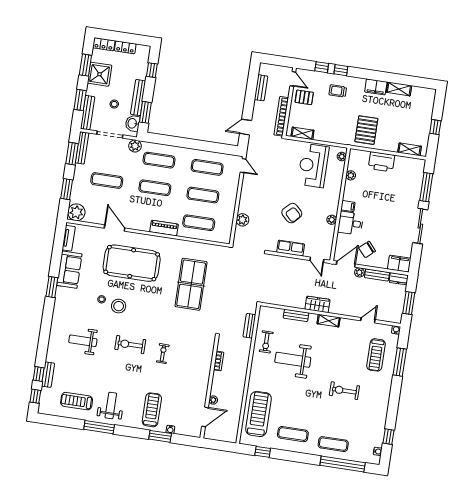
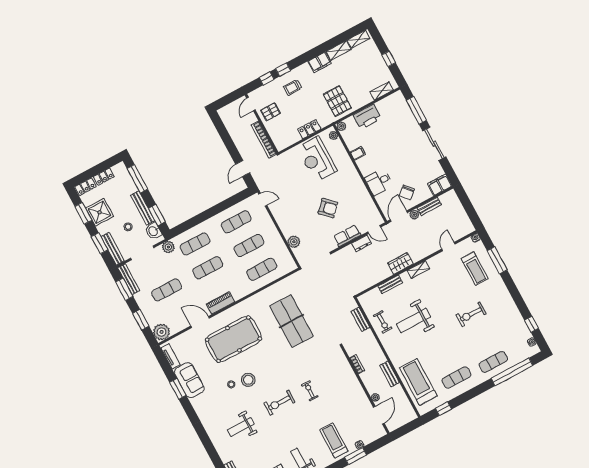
window: (152, 70) -> (137, 179), width x2.17
door: (293, 79) -> (251, 104), swing flipped
bench: (261, 88) -> (390, 374), moved
shelving: (302, 133) -> (358, 39), moved
locker: (326, 136) -> (309, 129), added
plant: (351, 175) -> (341, 126), moved
filing cabinet: (348, 206) -> (358, 153), moved
plant: (332, 220) -> (362, 190), removed
piano: (164, 228) -> (220, 303), moved
dresser: (399, 279) -> (362, 243), moved
window: (52, 287) -> (178, 389), moved
window: (409, 303) -> (470, 210), removed

